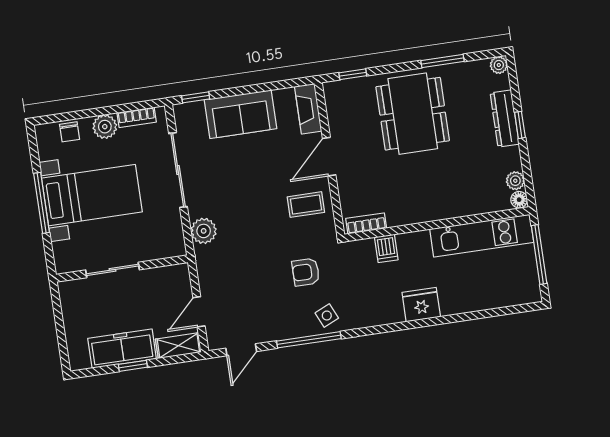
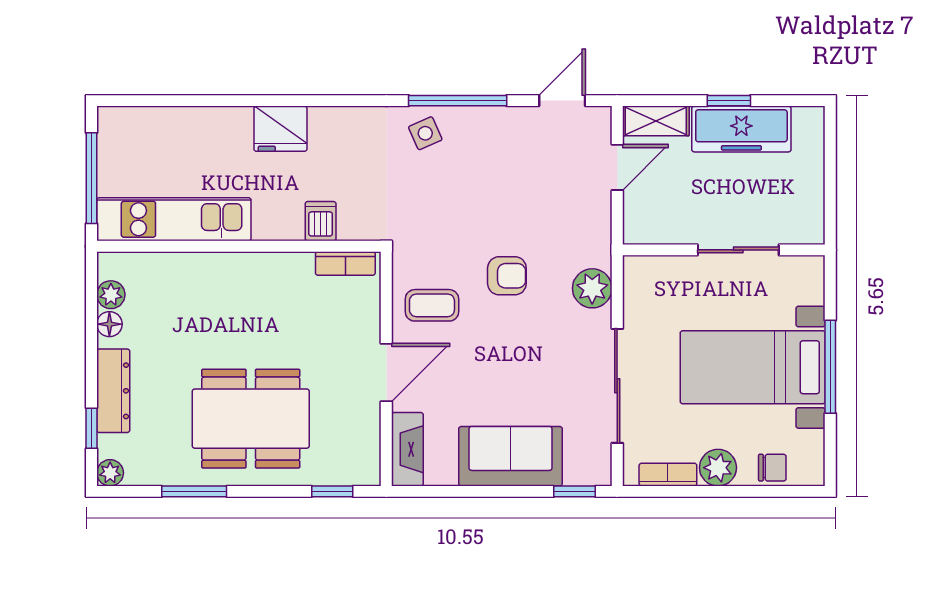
dining table: (413, 114) -> (251, 419), turned 90
window: (520, 125) -> (91, 428), moved
chair: (70, 132) -> (772, 468), turned 90
floor lamp: (519, 200) -> (109, 324), moved
armchair: (306, 272) -> (507, 276), moved

